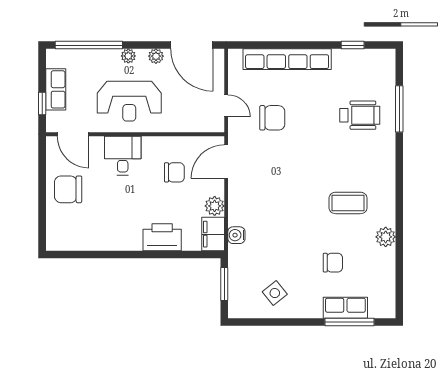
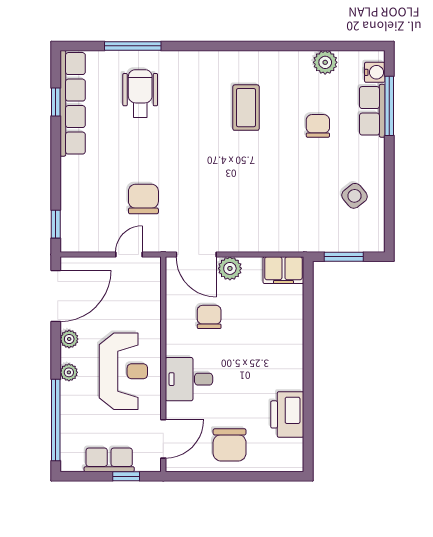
window: (251, 45) -> (56, 224), added
row of seats: (287, 59) -> (73, 103), moved
plant: (215, 206) -> (230, 268), moved
water cooler: (236, 235) -> (375, 72), moved, turned -90
printer: (162, 237) -> (287, 414), moved
plant: (386, 237) -> (325, 62), moved

